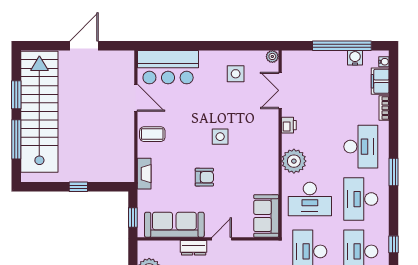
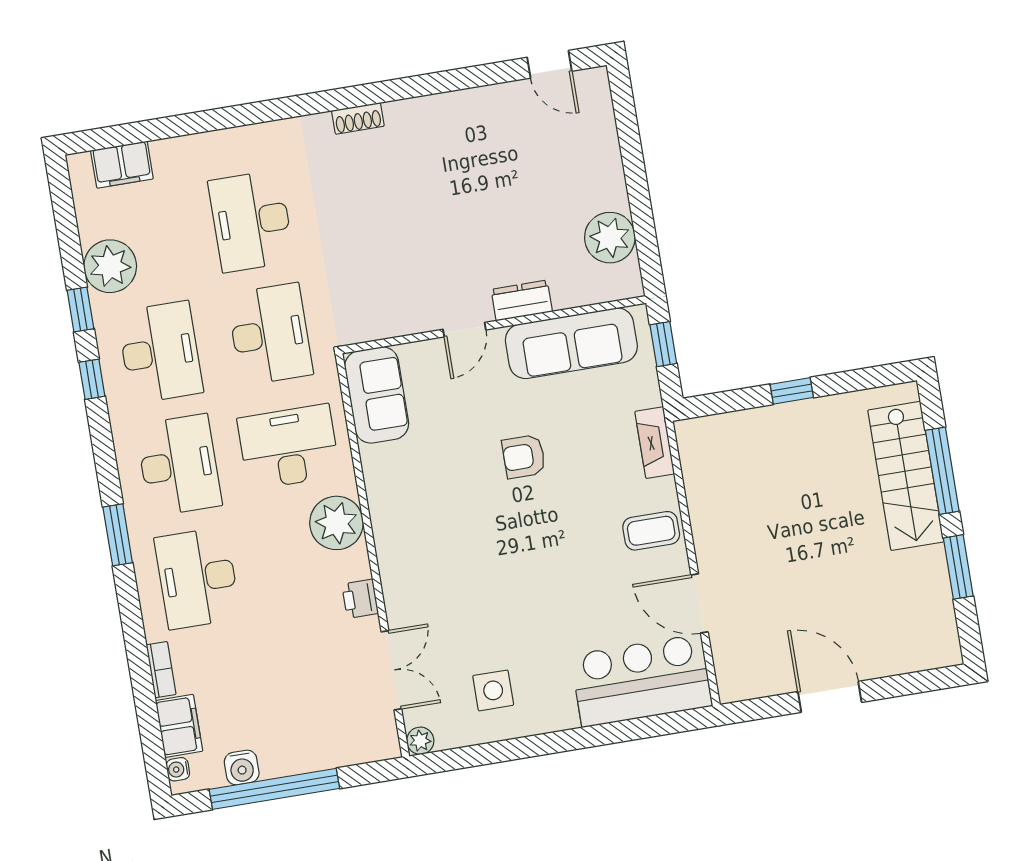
door: (84, 46) -> (830, 697), swing flipped
stairs: (39, 112) -> (906, 476), width x0.54, depth x0.66
side table: (220, 137) -> (504, 549), removed

